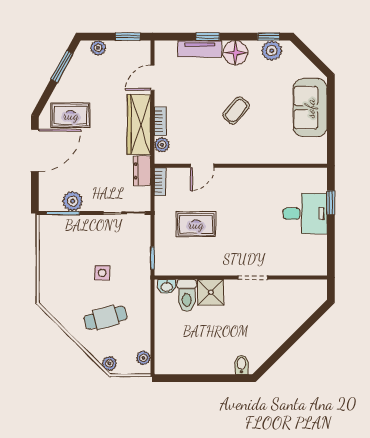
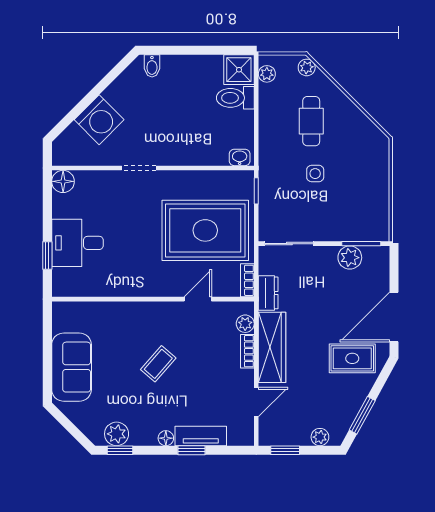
floor lamp: (235, 53) -> (166, 438), width x0.53, depth x0.53
rug: (196, 224) -> (205, 230), width x1.86, depth x2.06
floor lamp: (317, 266) -> (63, 181), added
shower: (211, 292) -> (239, 70), moved
toilet: (187, 295) -> (235, 98), moved, turned -90
cafe table: (106, 318) -> (311, 121), turned -75
washing machine: (287, 319) -> (99, 120), added

